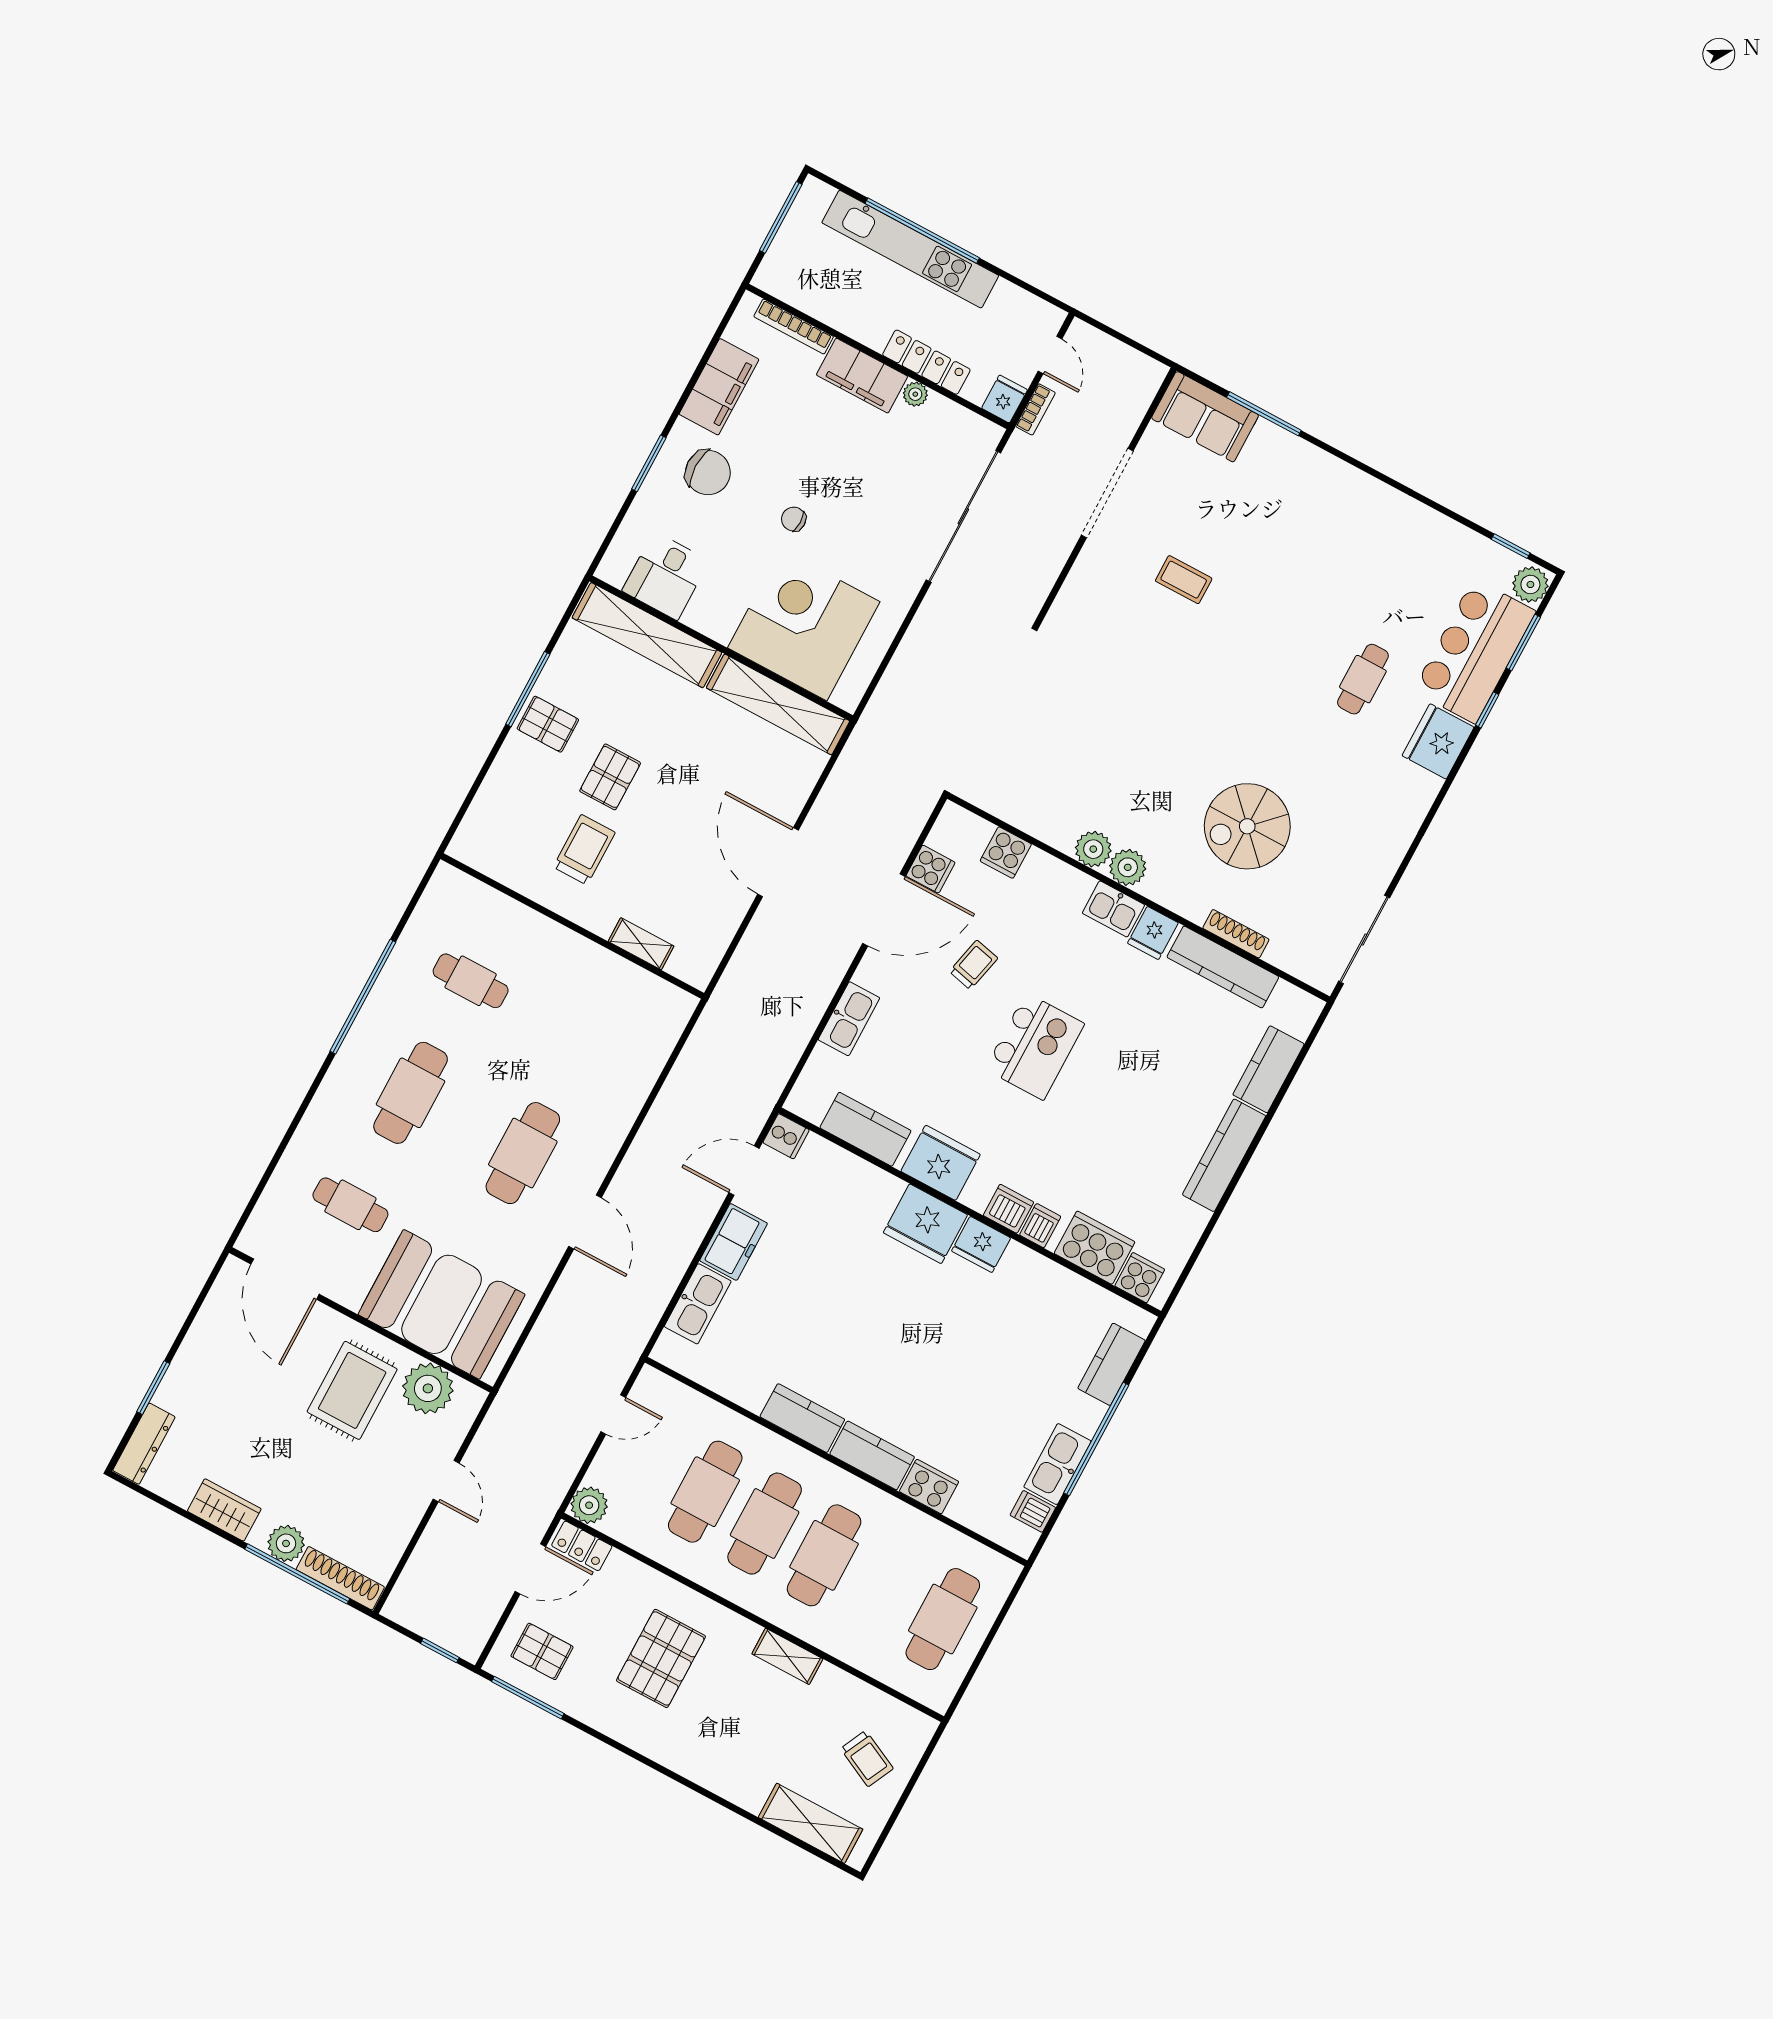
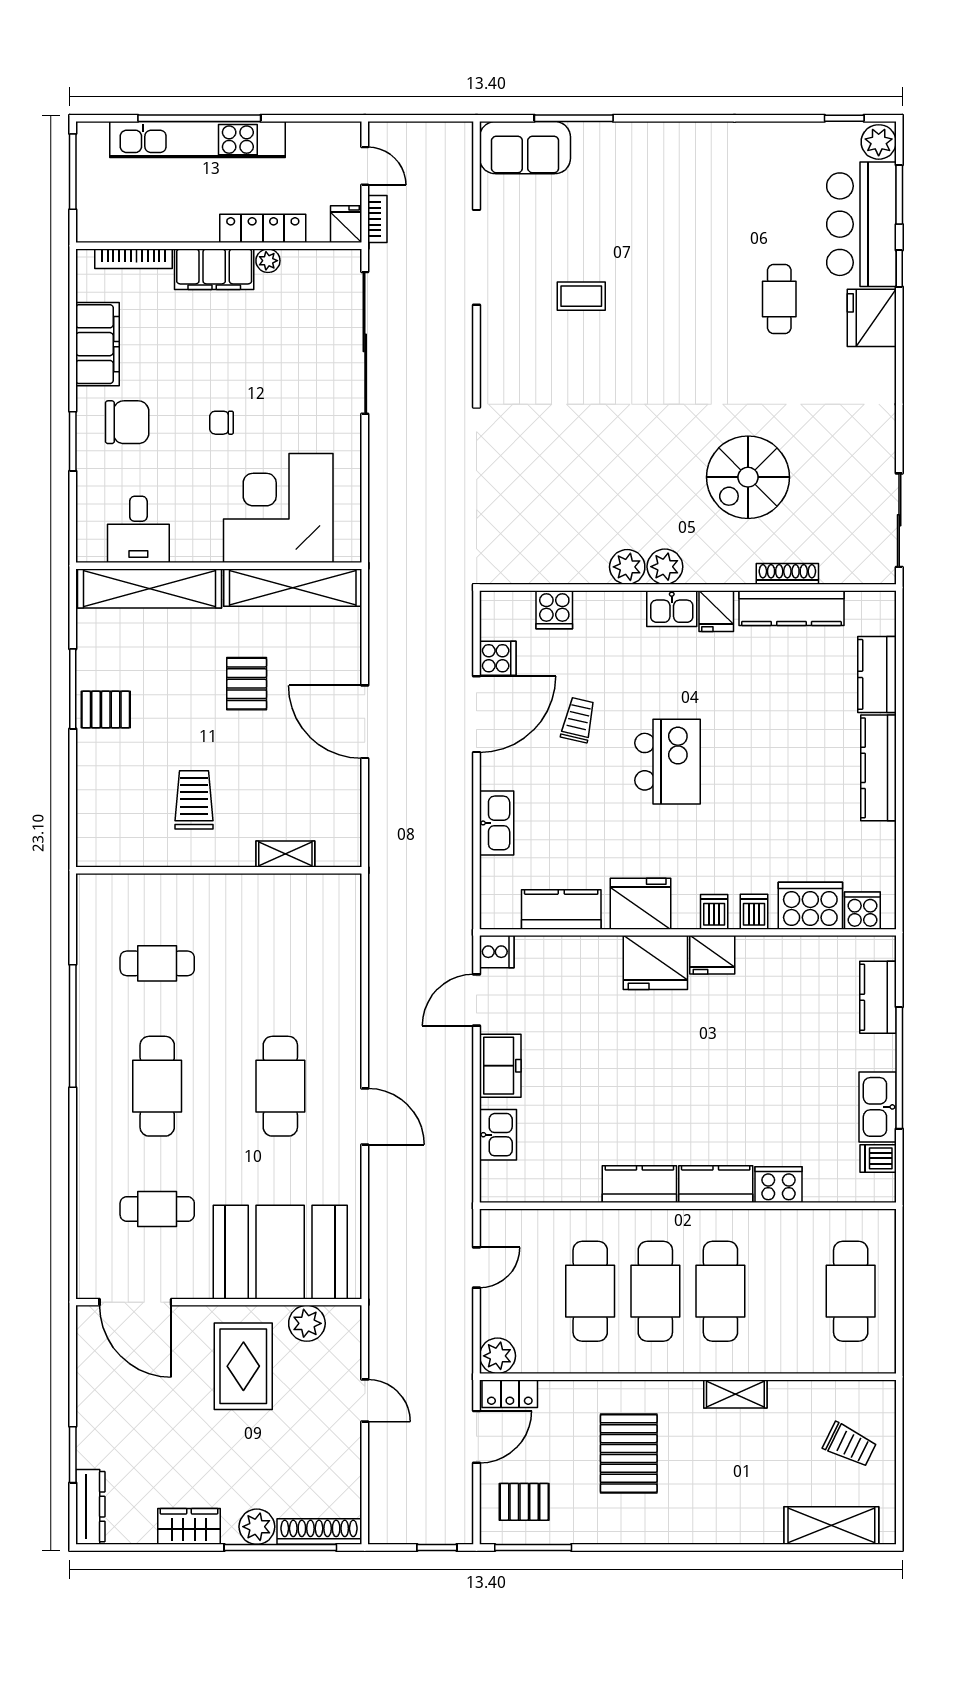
pallet: (610, 777) -> (247, 684), moved
dishwasher: (1008, 1209) -> (714, 912), width x0.73
kitchen sink: (698, 1304) -> (498, 1135), width x0.73
plant: (428, 1388) -> (307, 1323), width x0.73, depth x0.73

